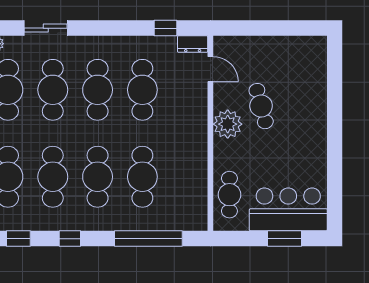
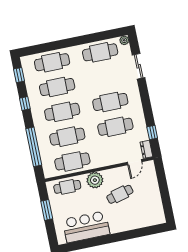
cafe table: (53, 90) -> (72, 161), moved
plant: (228, 124) -> (95, 180), moved
bar counter: (288, 209) -> (86, 227), moved, turned -90
window: (285, 239) -> (47, 210), moved

